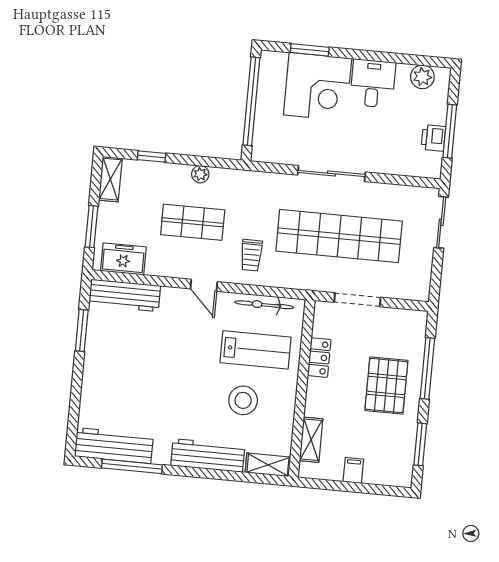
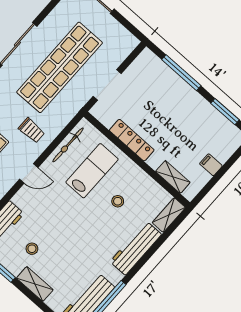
stool: (127, 347) -> (32, 249), added
locker: (319, 358) -> (132, 140), width x1.53
shelving: (92, 377) -> (35, 284), added
pallet: (386, 385) -> (173, 106), removed
stool: (243, 400) -> (118, 201), width x0.53, depth x0.53

